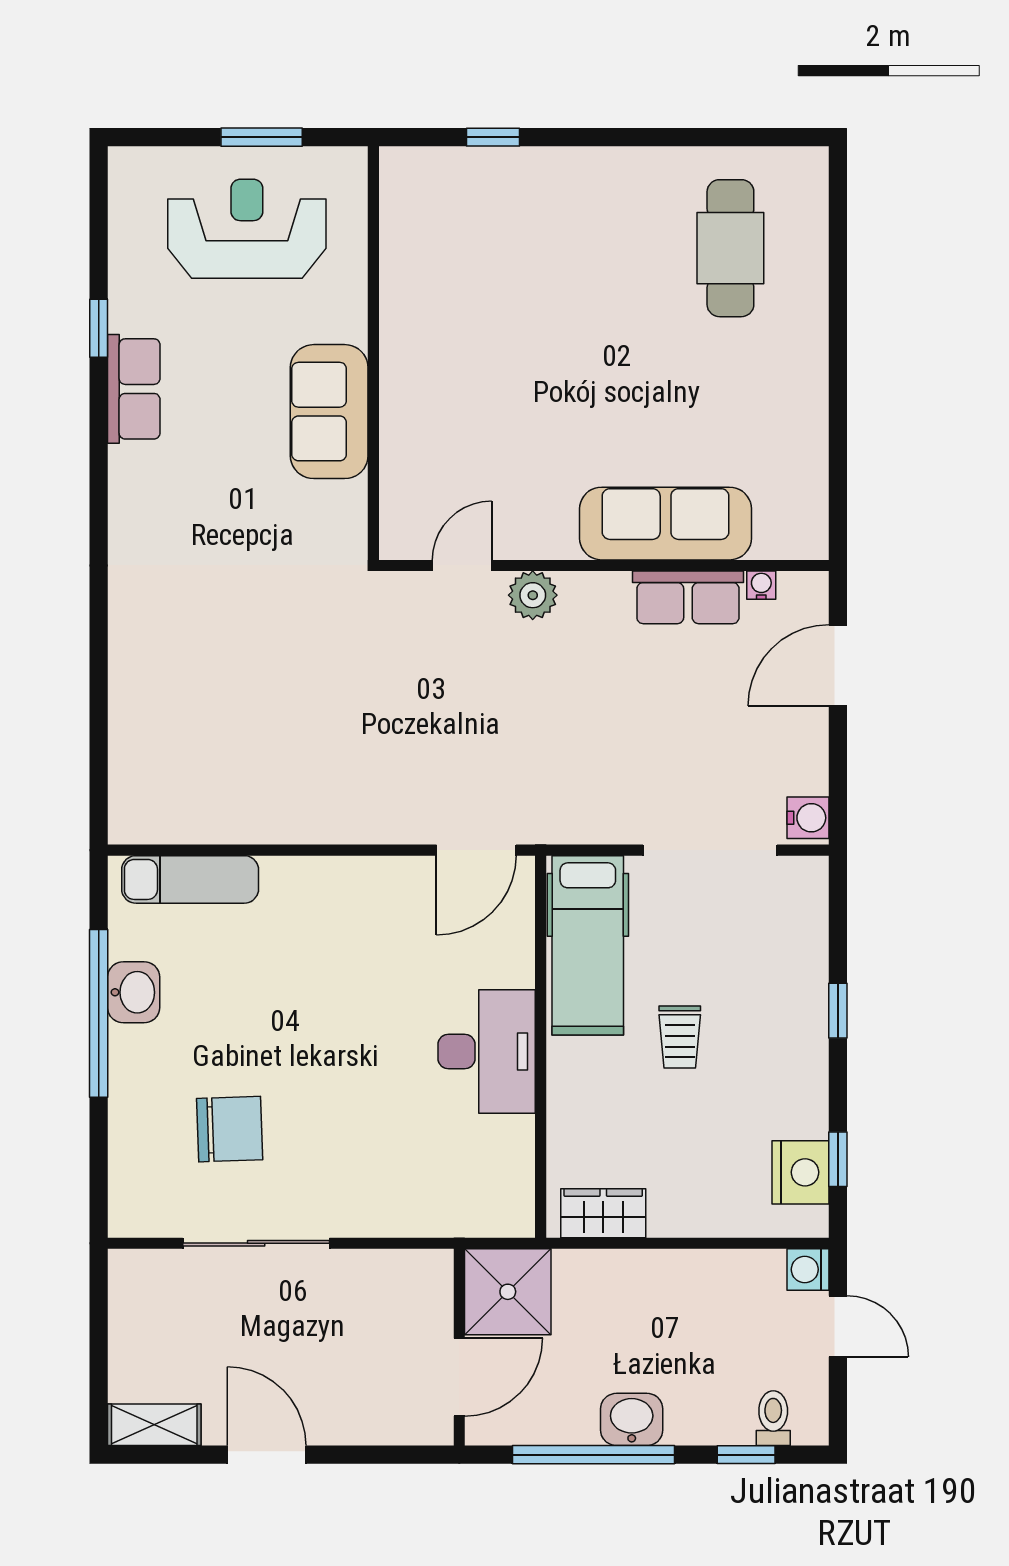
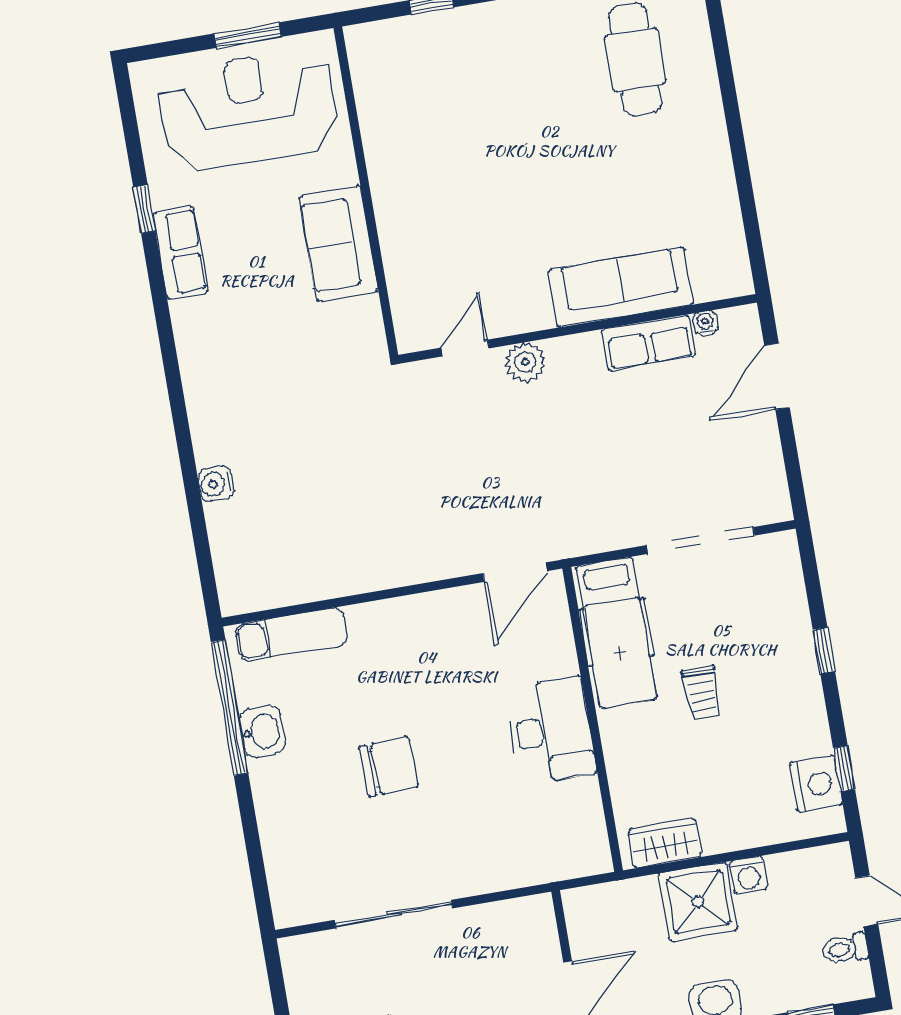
reception desk: (247, 229) -> (248, 110), width x1.36, depth x1.30
water cooler: (808, 818) -> (216, 484), moved, turned 180
window: (99, 1013) -> (230, 708), moved
chair: (230, 1129) -> (389, 767), moved
washing machine: (808, 1269) -> (749, 875), moved, turned -90
shower: (508, 1292) -> (698, 902), moved
toilet: (773, 1418) -> (845, 949), moved, turned -90

